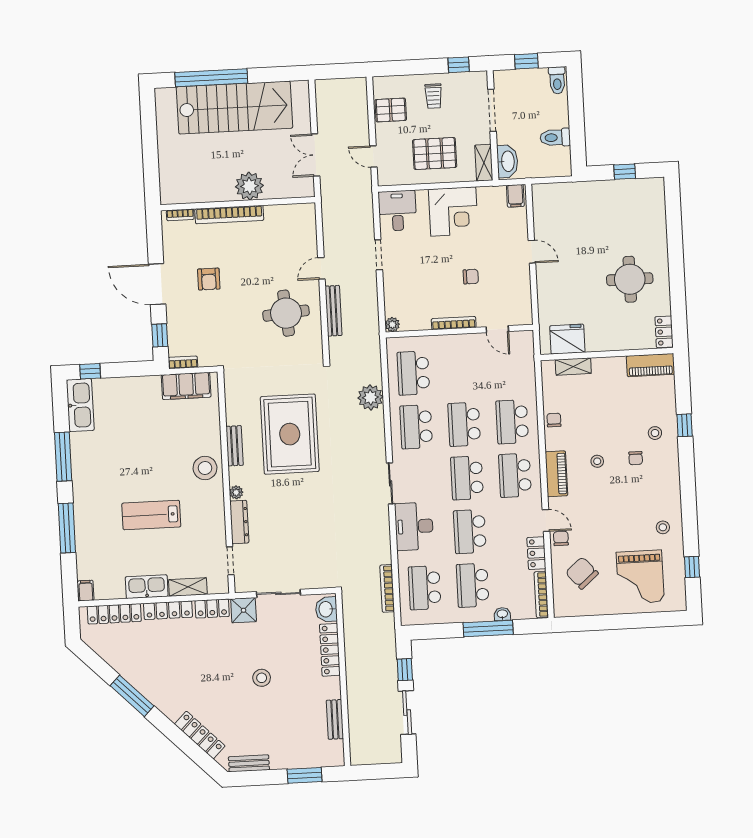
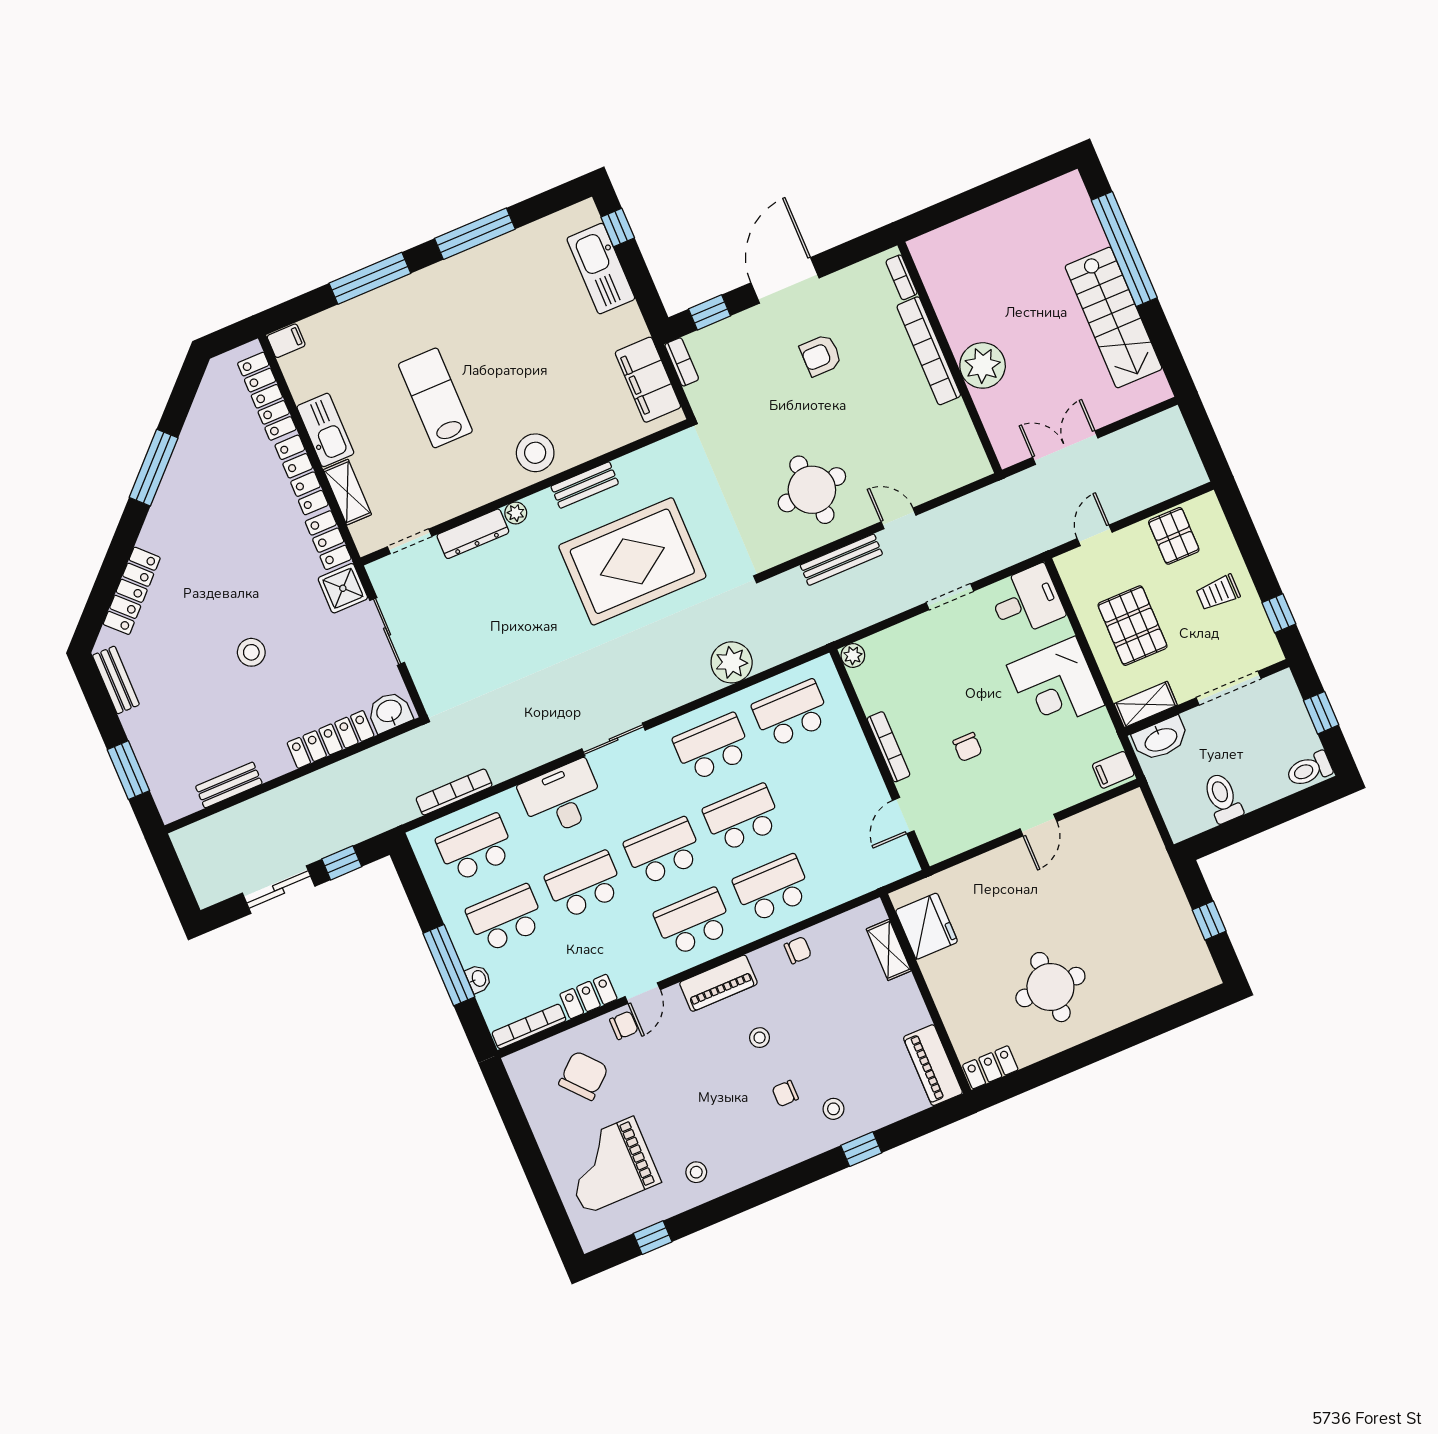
stairs: (235, 108) -> (1113, 318), width x0.73, depth x0.66
kitchen sink: (80, 405) -> (601, 269), moved, turned 90

